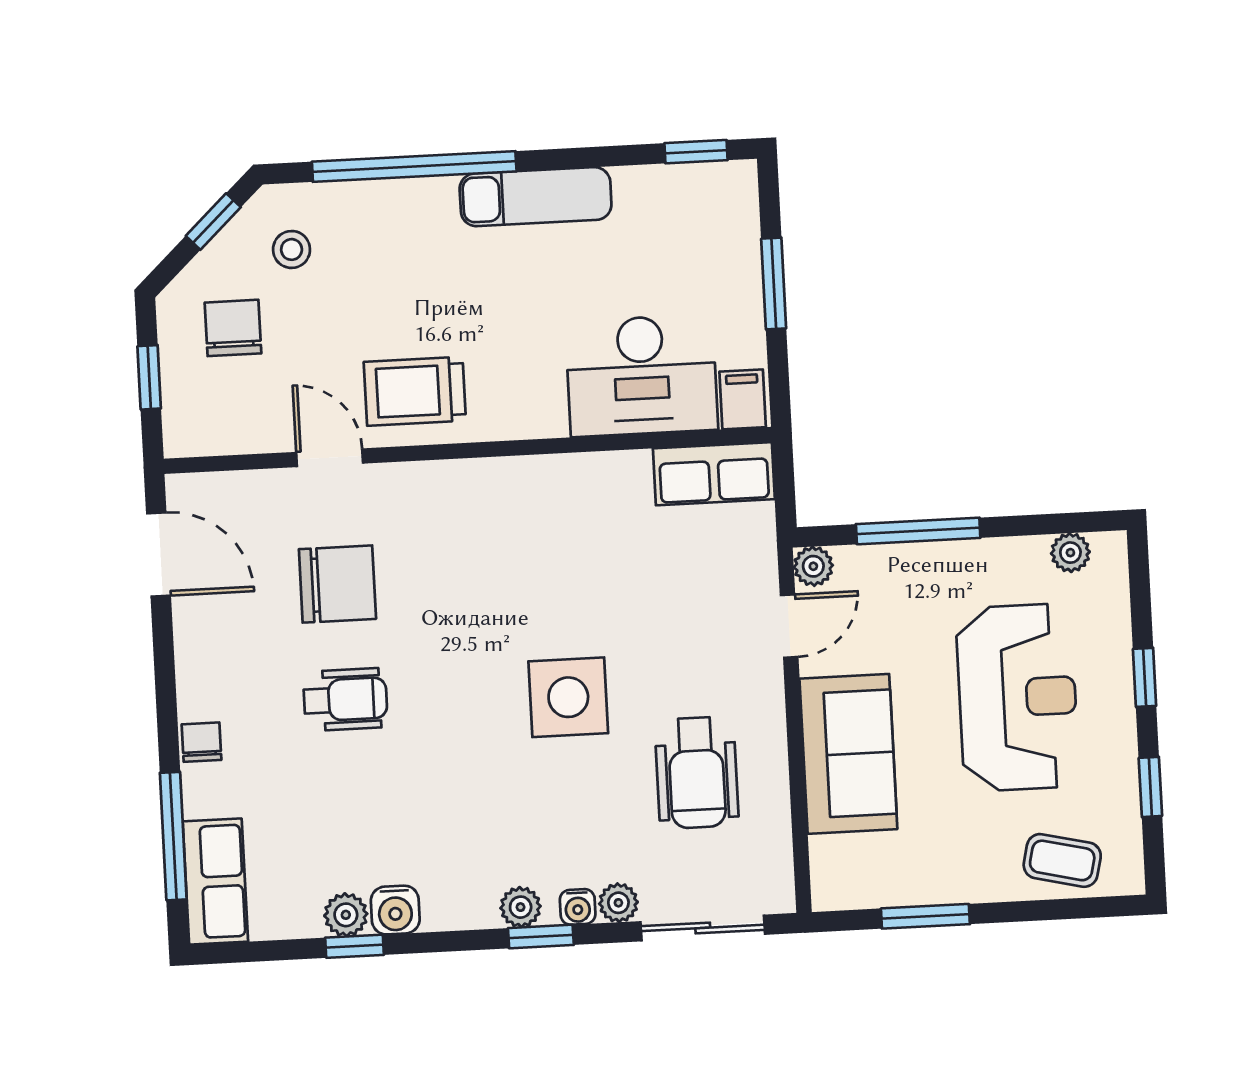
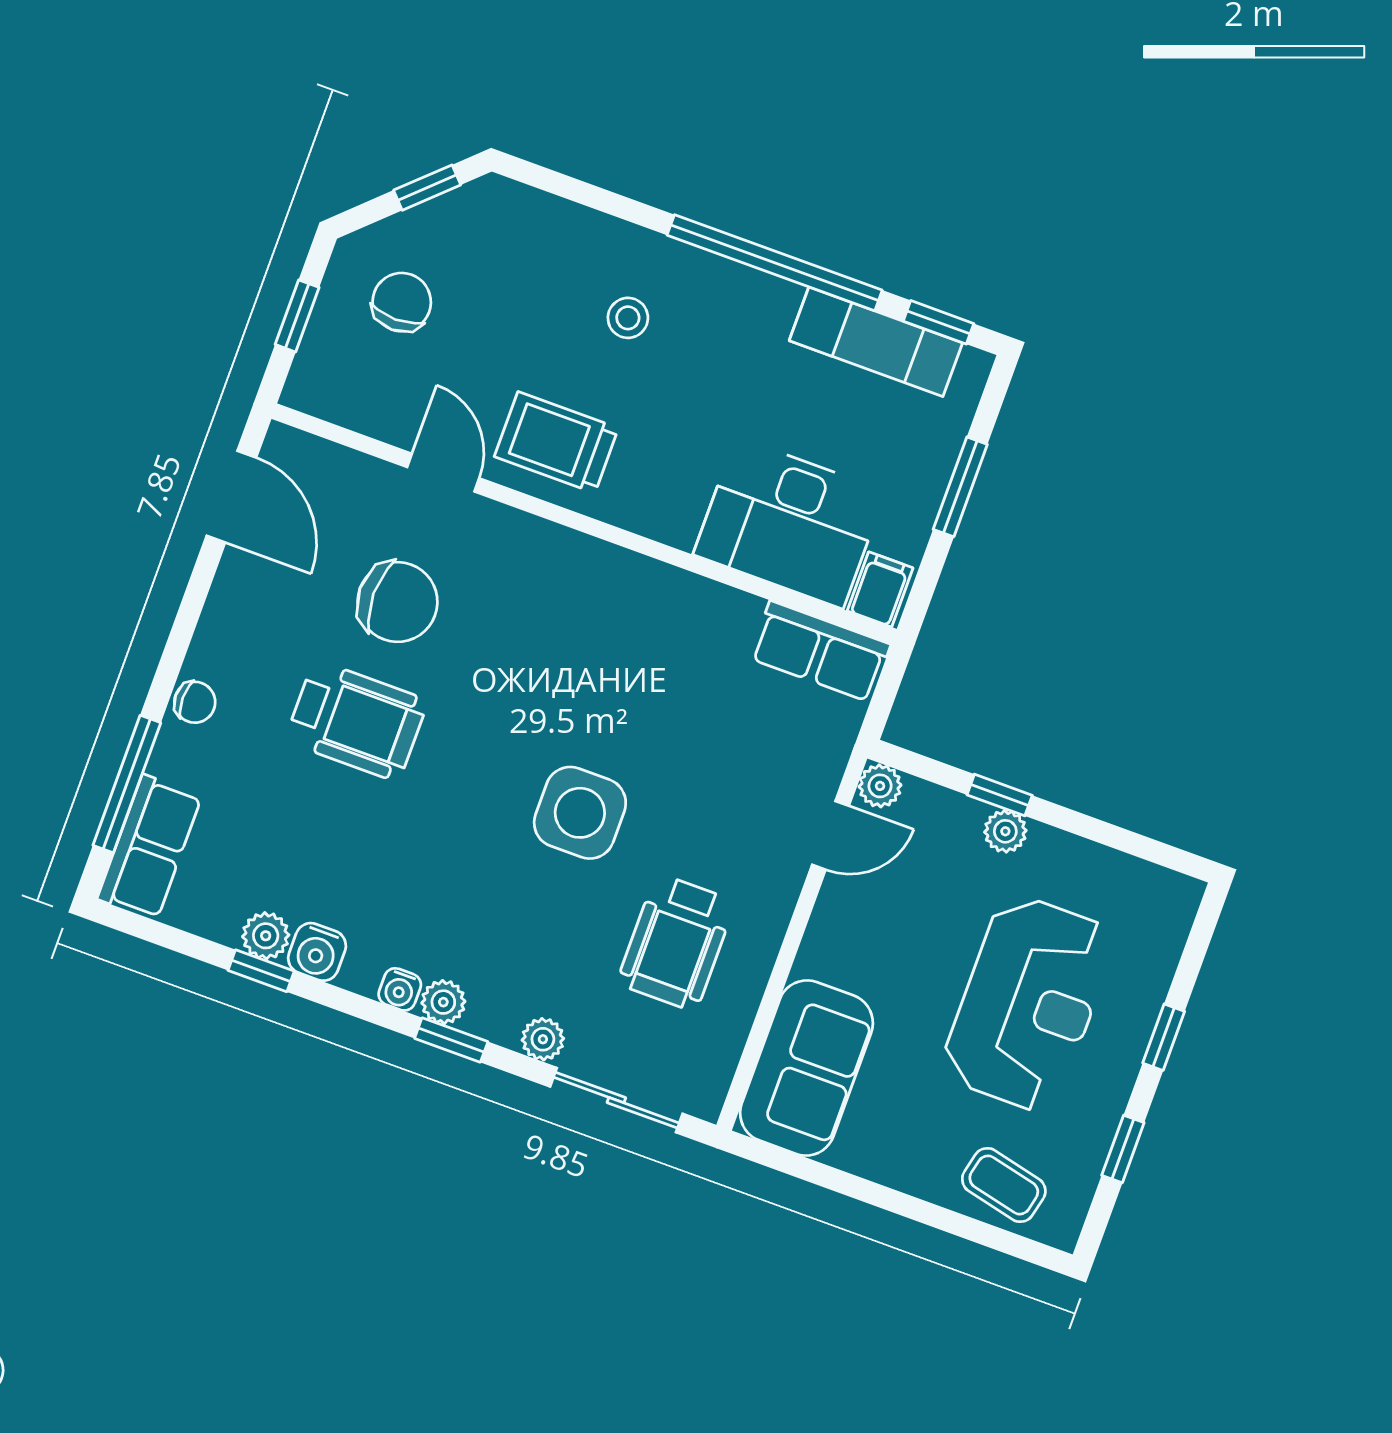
window: (414, 166) -> (775, 263), moved
exam couch: (536, 197) -> (876, 342), moved
stool: (292, 249) -> (628, 318), moved
window: (918, 531) -> (1000, 795), width x0.46
plant: (1070, 553) -> (1005, 831), moved
wheelchair: (345, 700) -> (356, 721), width x1.36, depth x1.37
chair: (202, 742) -> (195, 702), turned 90
sofa: (848, 754) -> (806, 1068), moved
water cooler: (578, 907) -> (400, 989), moved
window: (925, 916) -> (844, 1183), removed

